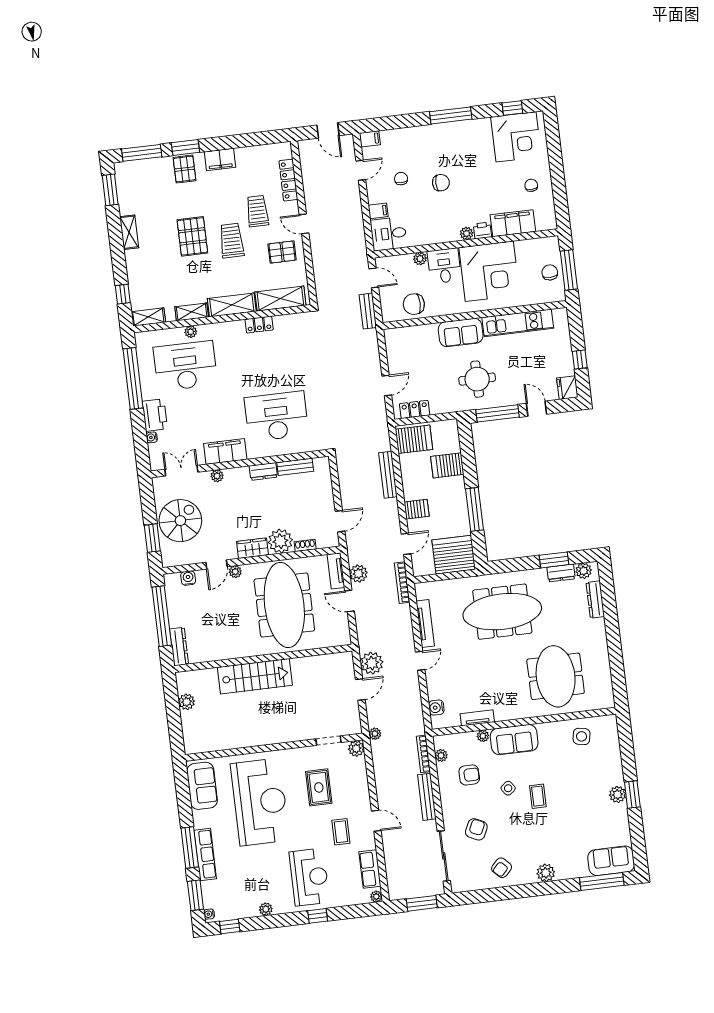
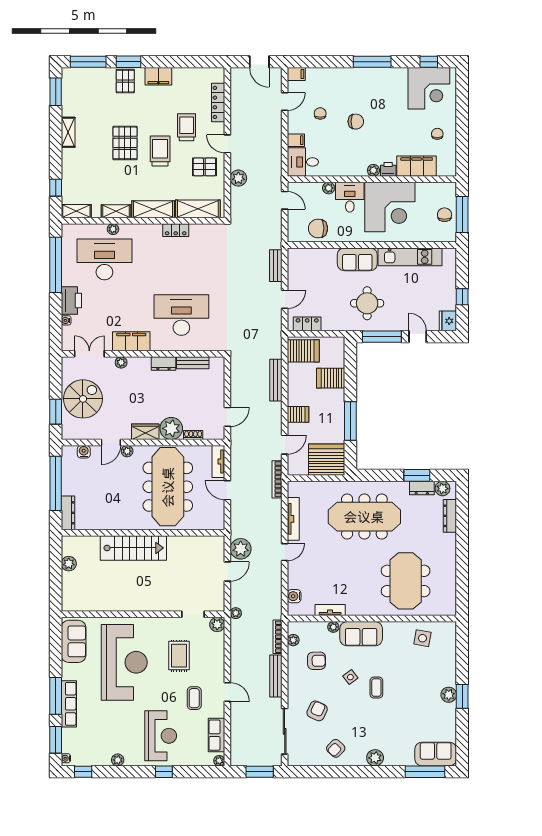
bench: (368, 311) -> (276, 266), moved
plant: (358, 574) -> (238, 178), moved

